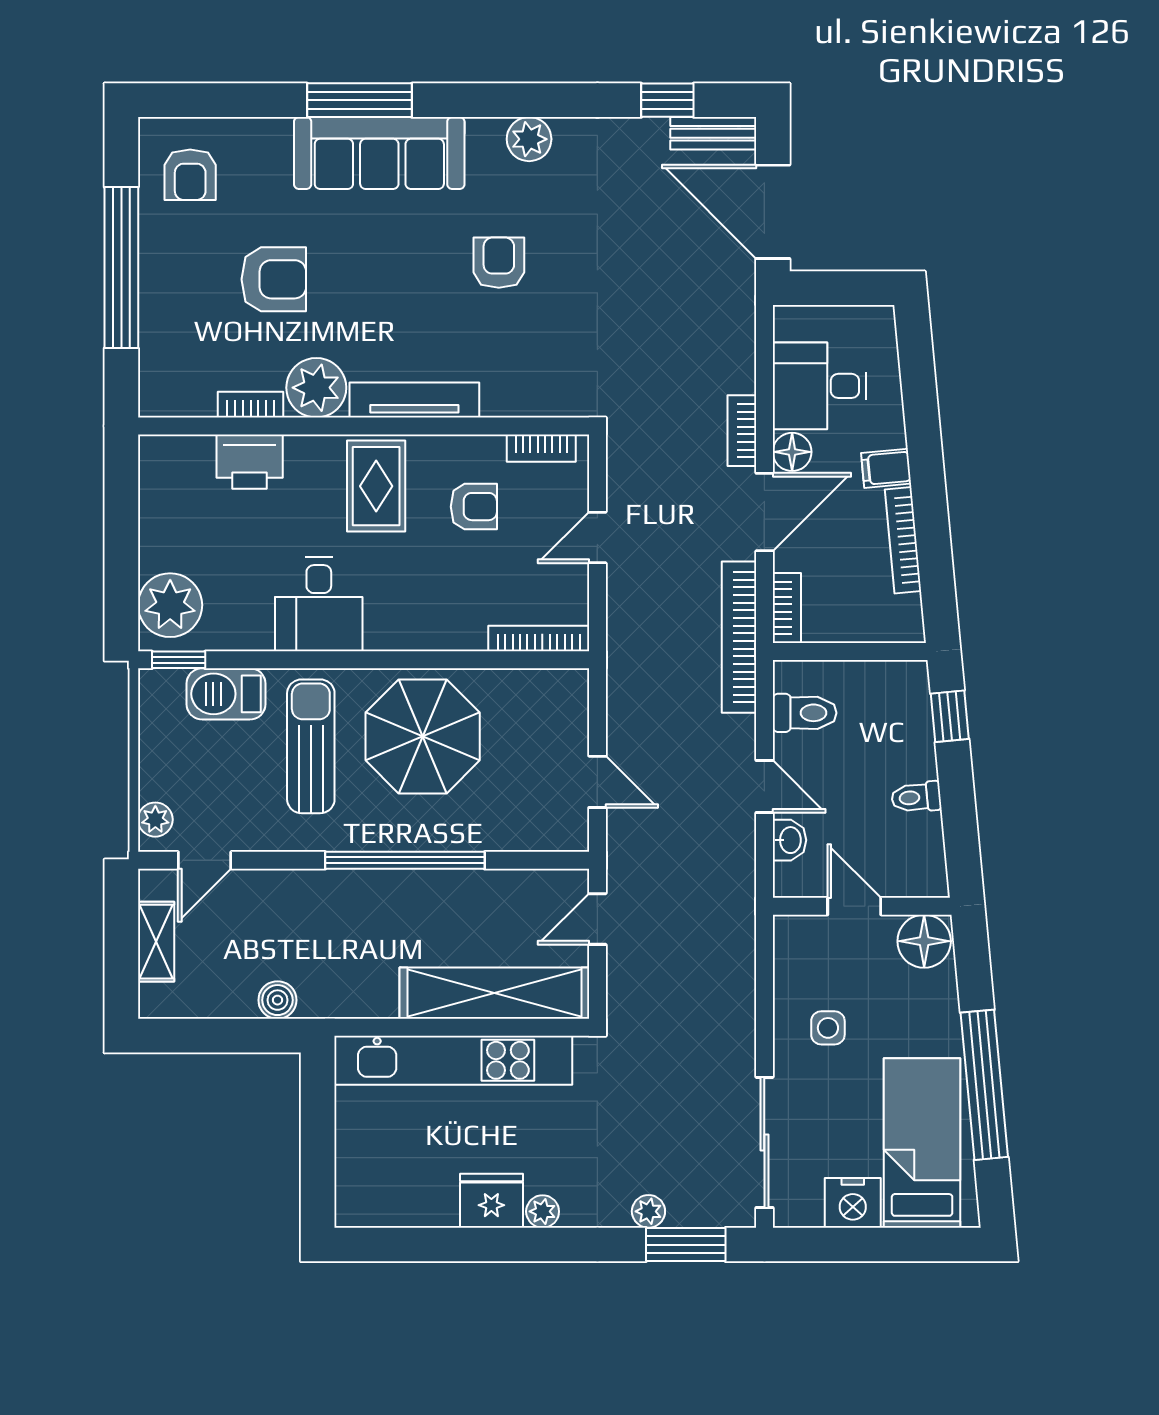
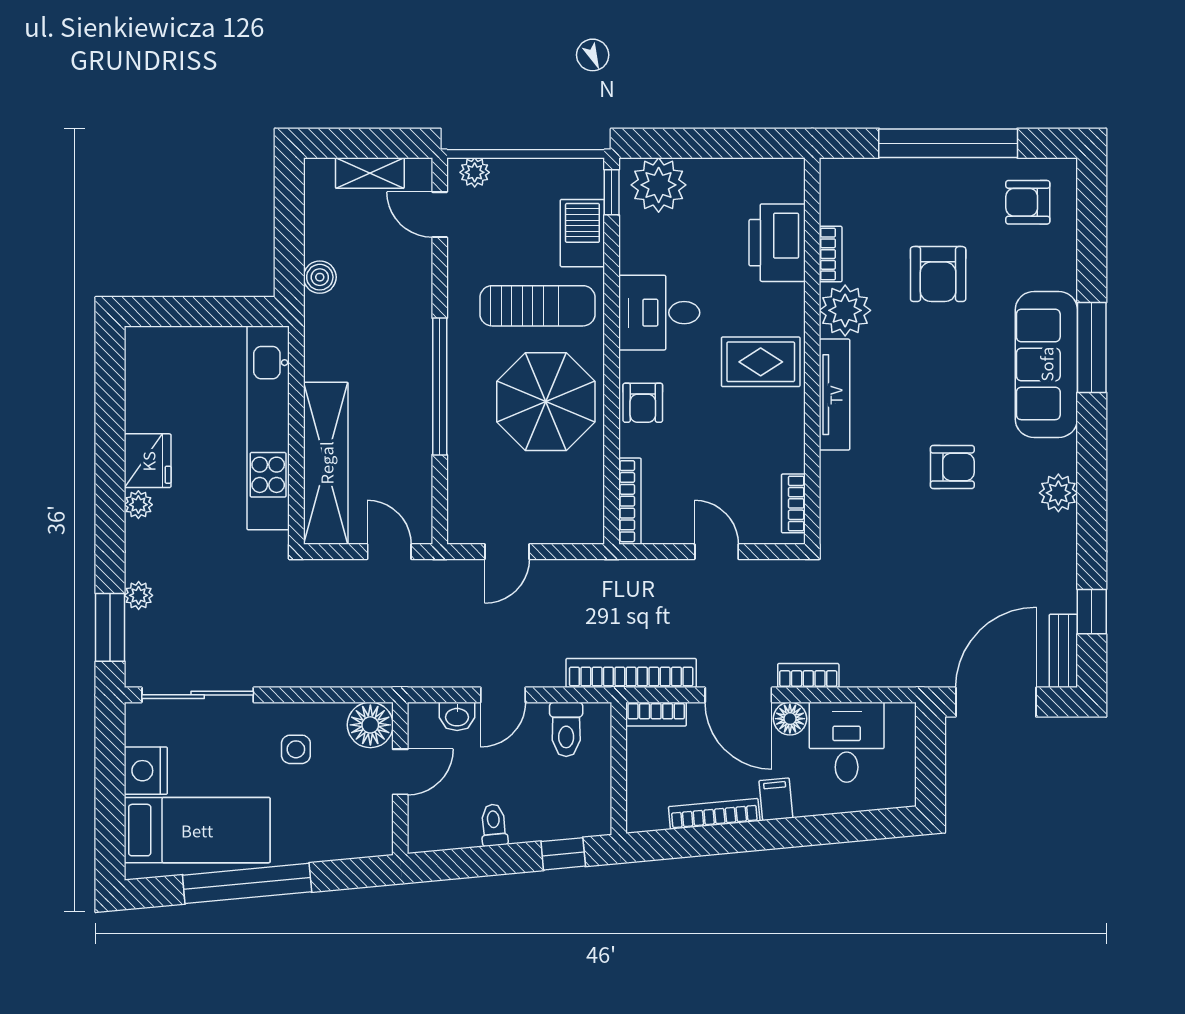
printer: (250, 462) -> (777, 243), width x1.37, depth x1.19
armchair: (474, 507) -> (643, 403), moved
floor lamp: (924, 941) -> (370, 725), moved

